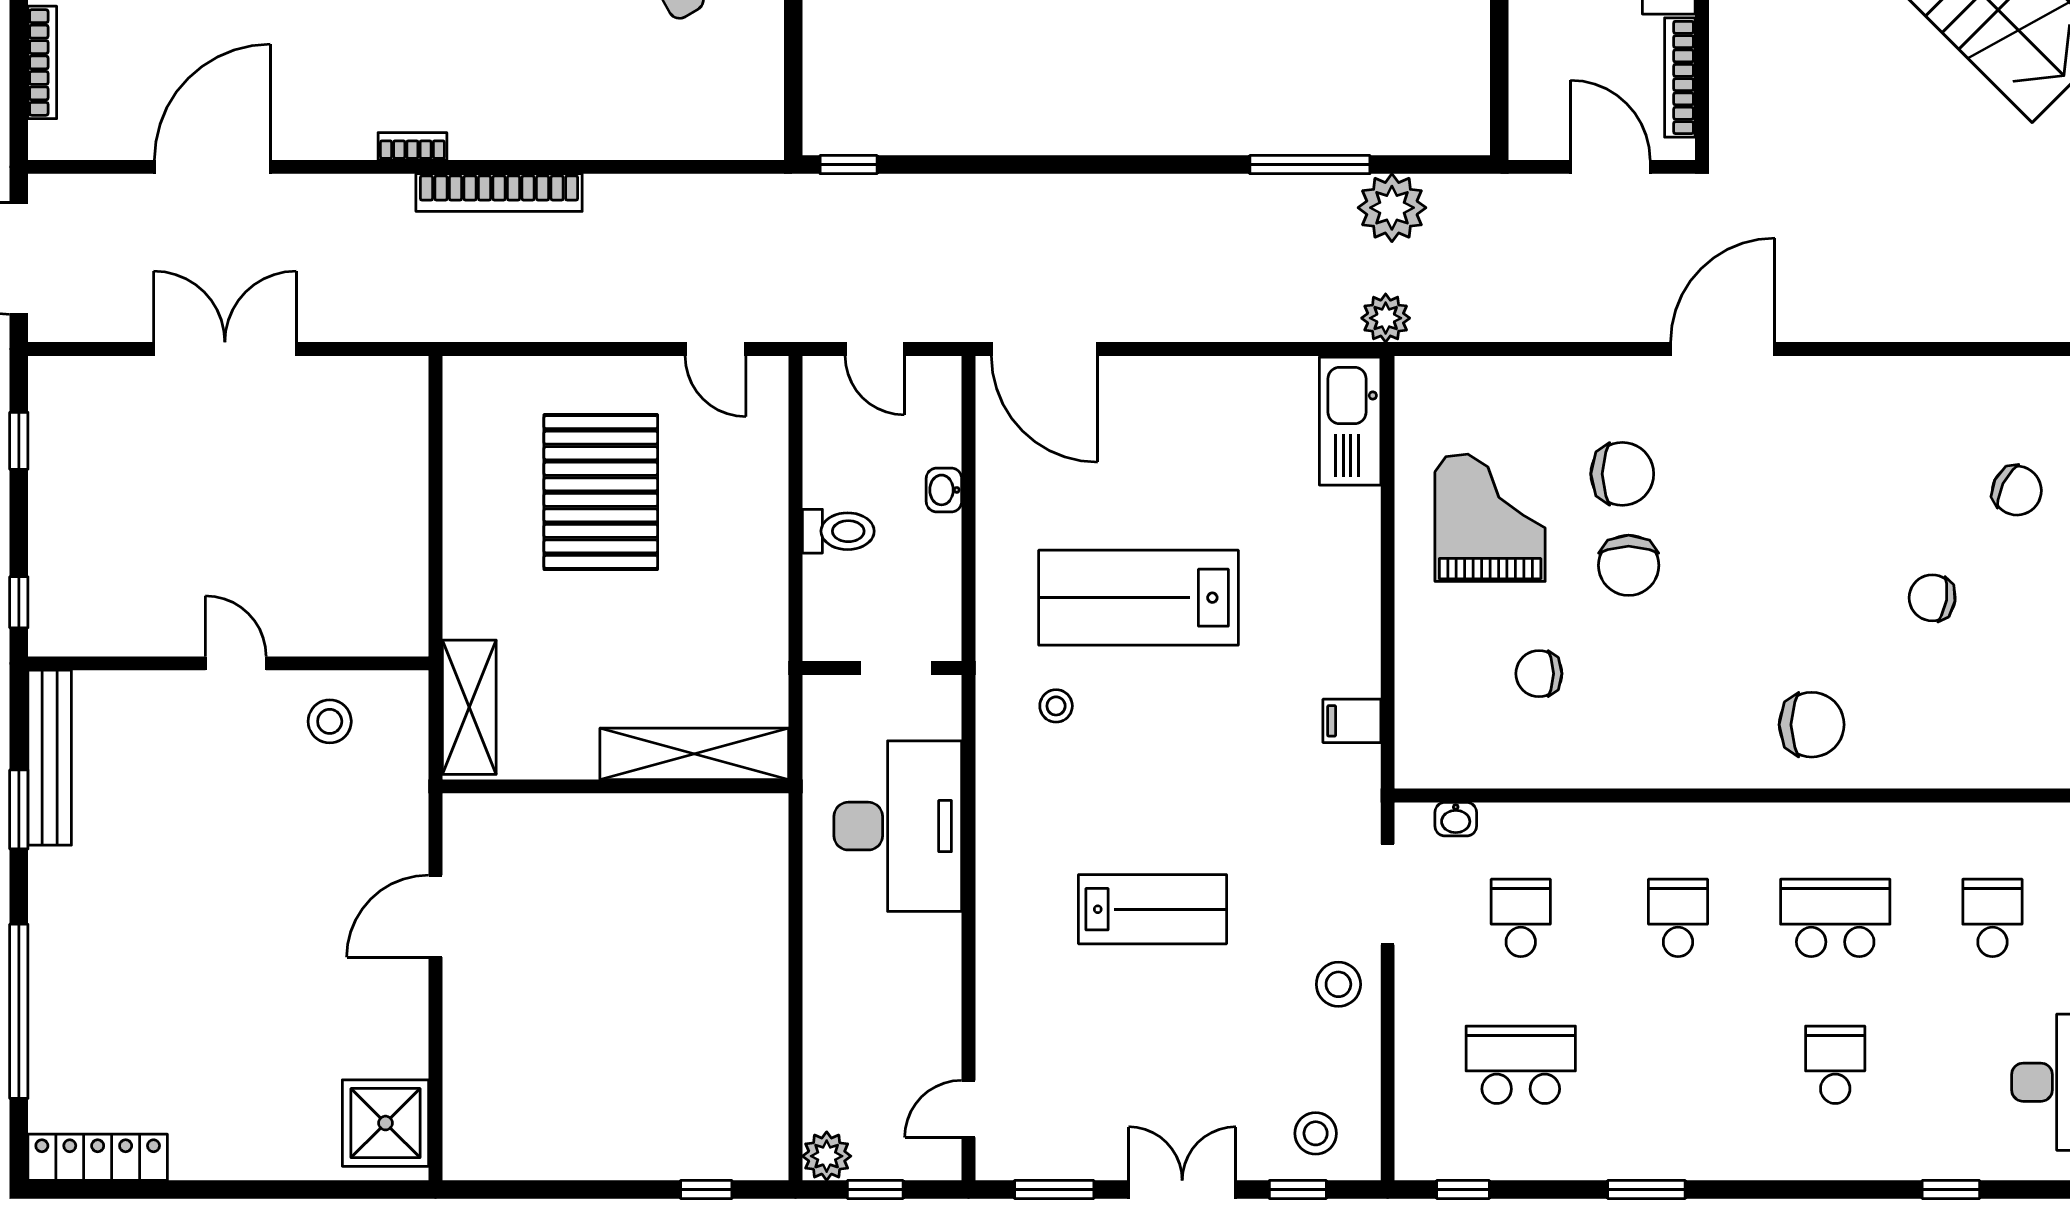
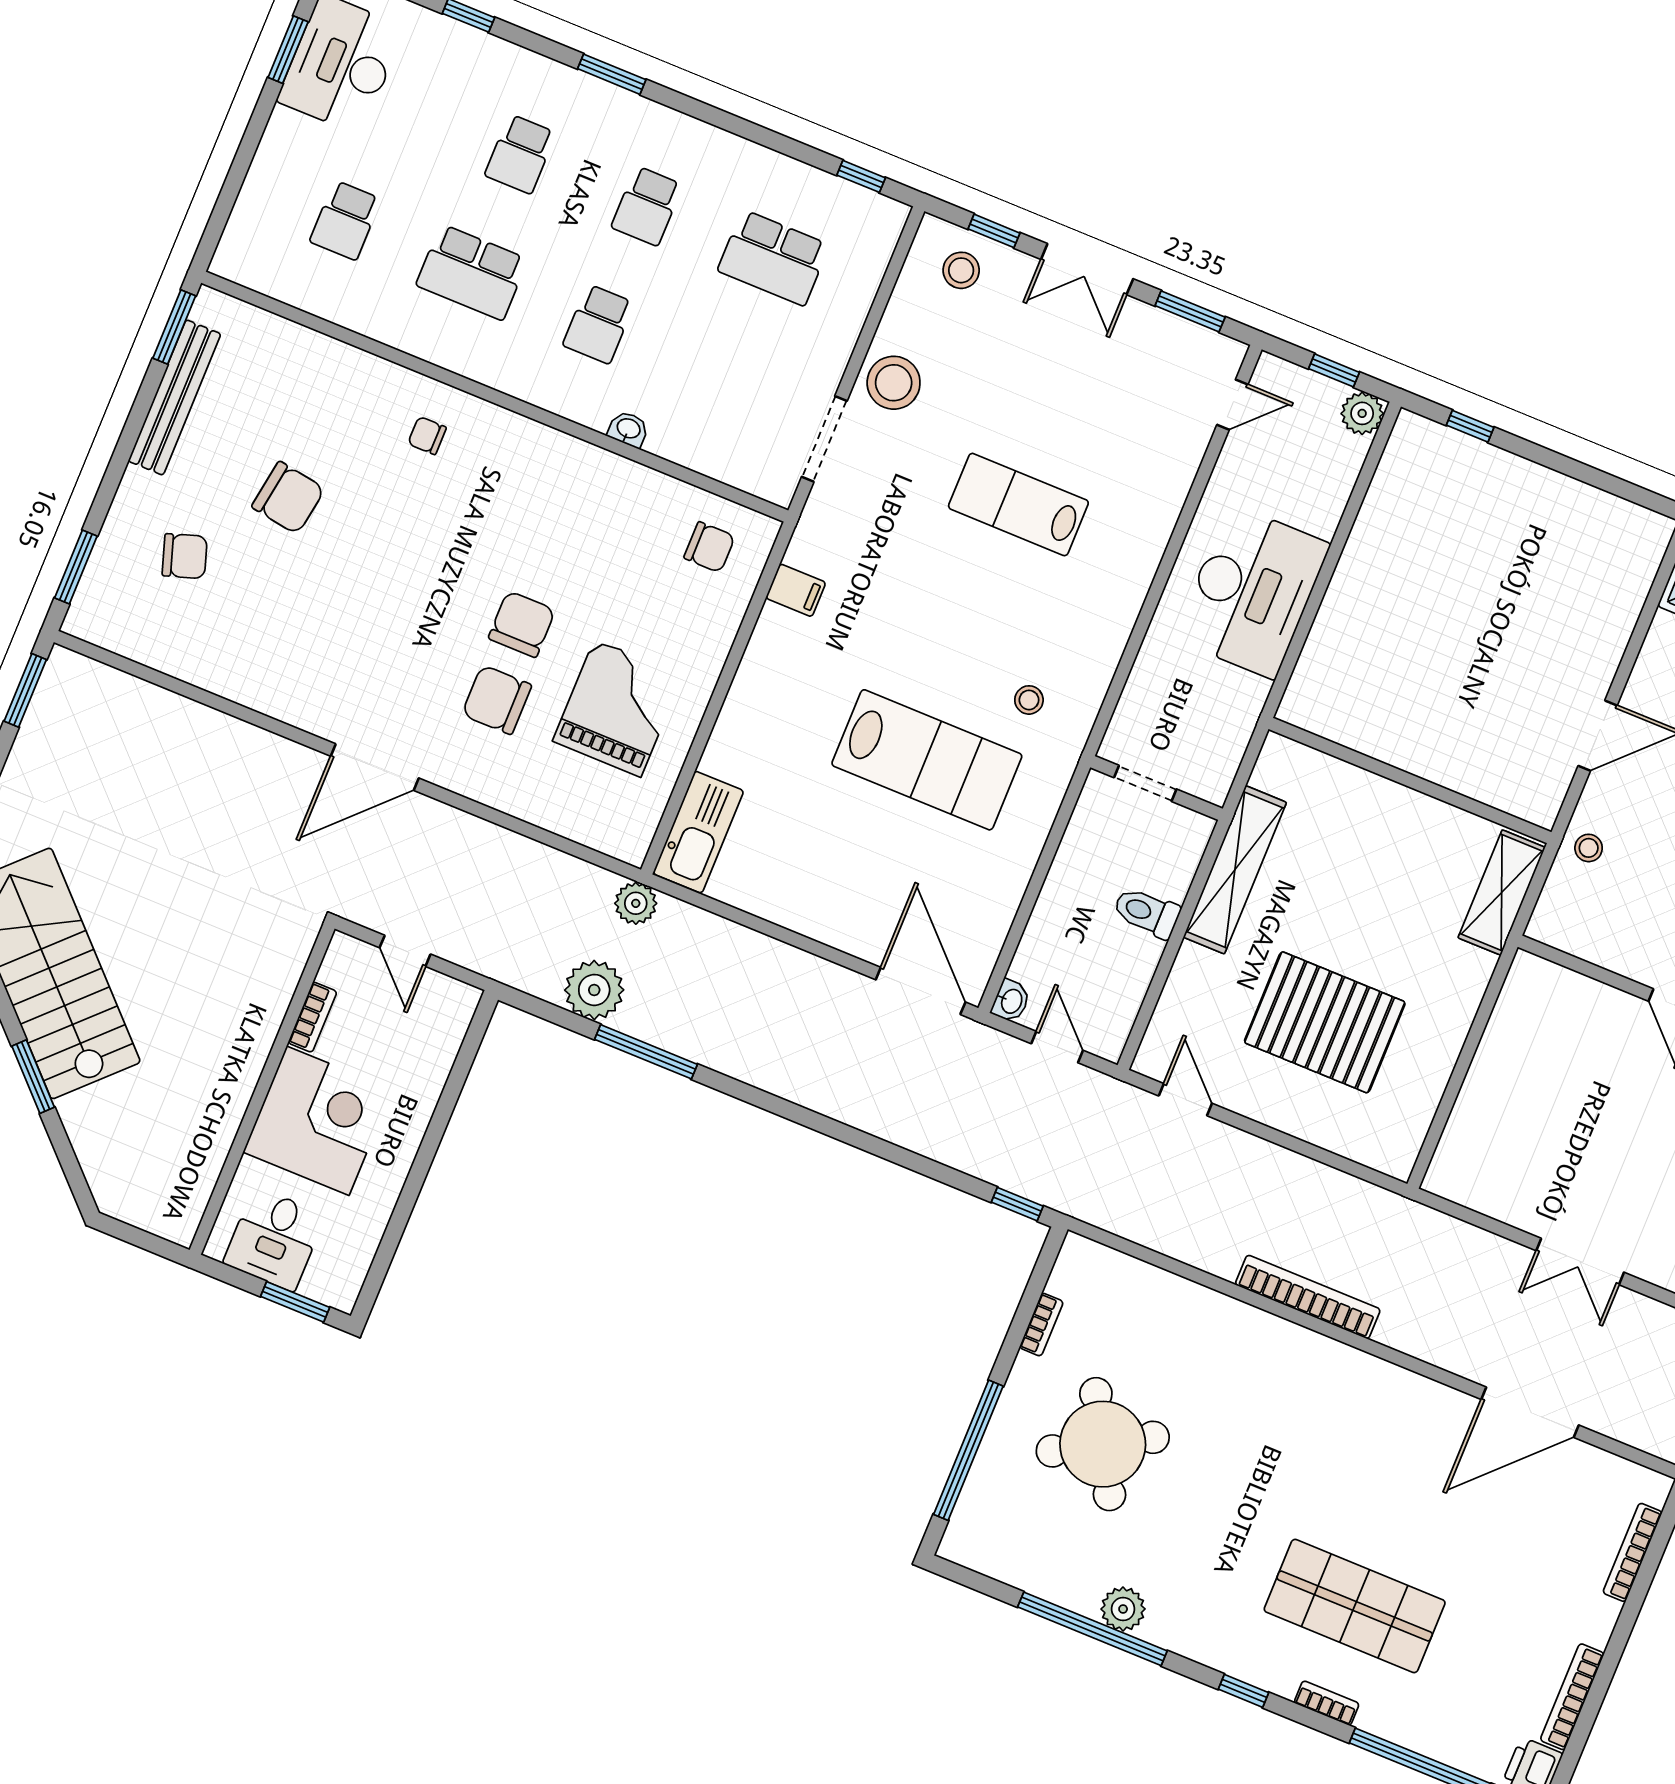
bookcase: (1680, 77) -> (312, 1017), width x0.64
bookcase: (412, 146) -> (1041, 1325), moved, turned -90
door: (1610, 167) -> (405, 951), width x0.73
double door: (225, 349) -> (1580, 1261), width x0.73
washbasin: (944, 490) -> (1011, 1001), moved
chair: (2017, 491) -> (185, 556), turned 136
pallet: (601, 492) -> (1325, 1022), turned 90
grand piano: (1490, 518) -> (618, 708), turned 180
chair: (1932, 598) -> (288, 498), width x1.37, depth x1.37
chair: (1539, 674) -> (709, 547), moved
stool: (330, 721) -> (1589, 848), moved, width x0.73, depth x0.73
chair: (1812, 725) -> (427, 435), width x0.54, depth x0.54
shelving: (694, 754) -> (1235, 870), moved, turned 90
washbasin: (1456, 819) -> (628, 429), moved
desk: (898, 826) -> (1252, 591), moved, turned 180
school desk: (1521, 918) -> (647, 206), moved
stool: (1338, 984) -> (894, 383), width x1.38, depth x1.38
window: (1646, 1190) -> (612, 74), moved

